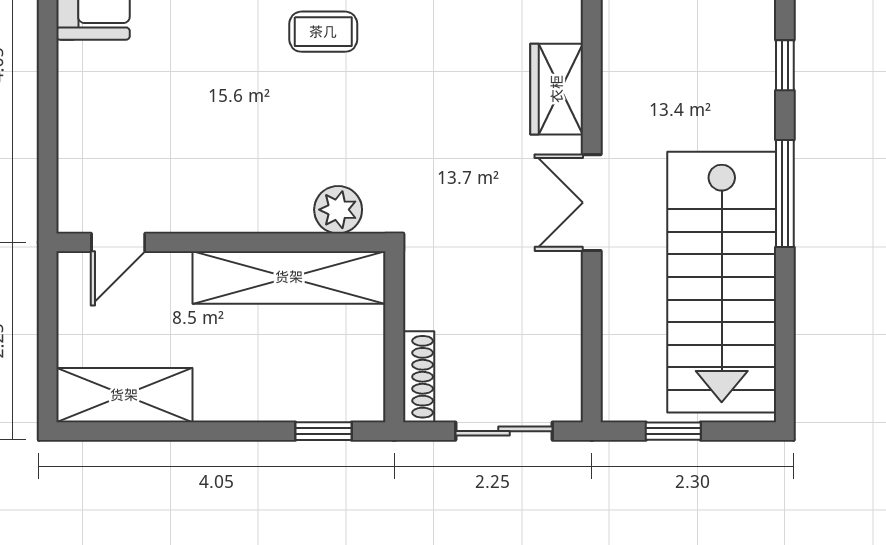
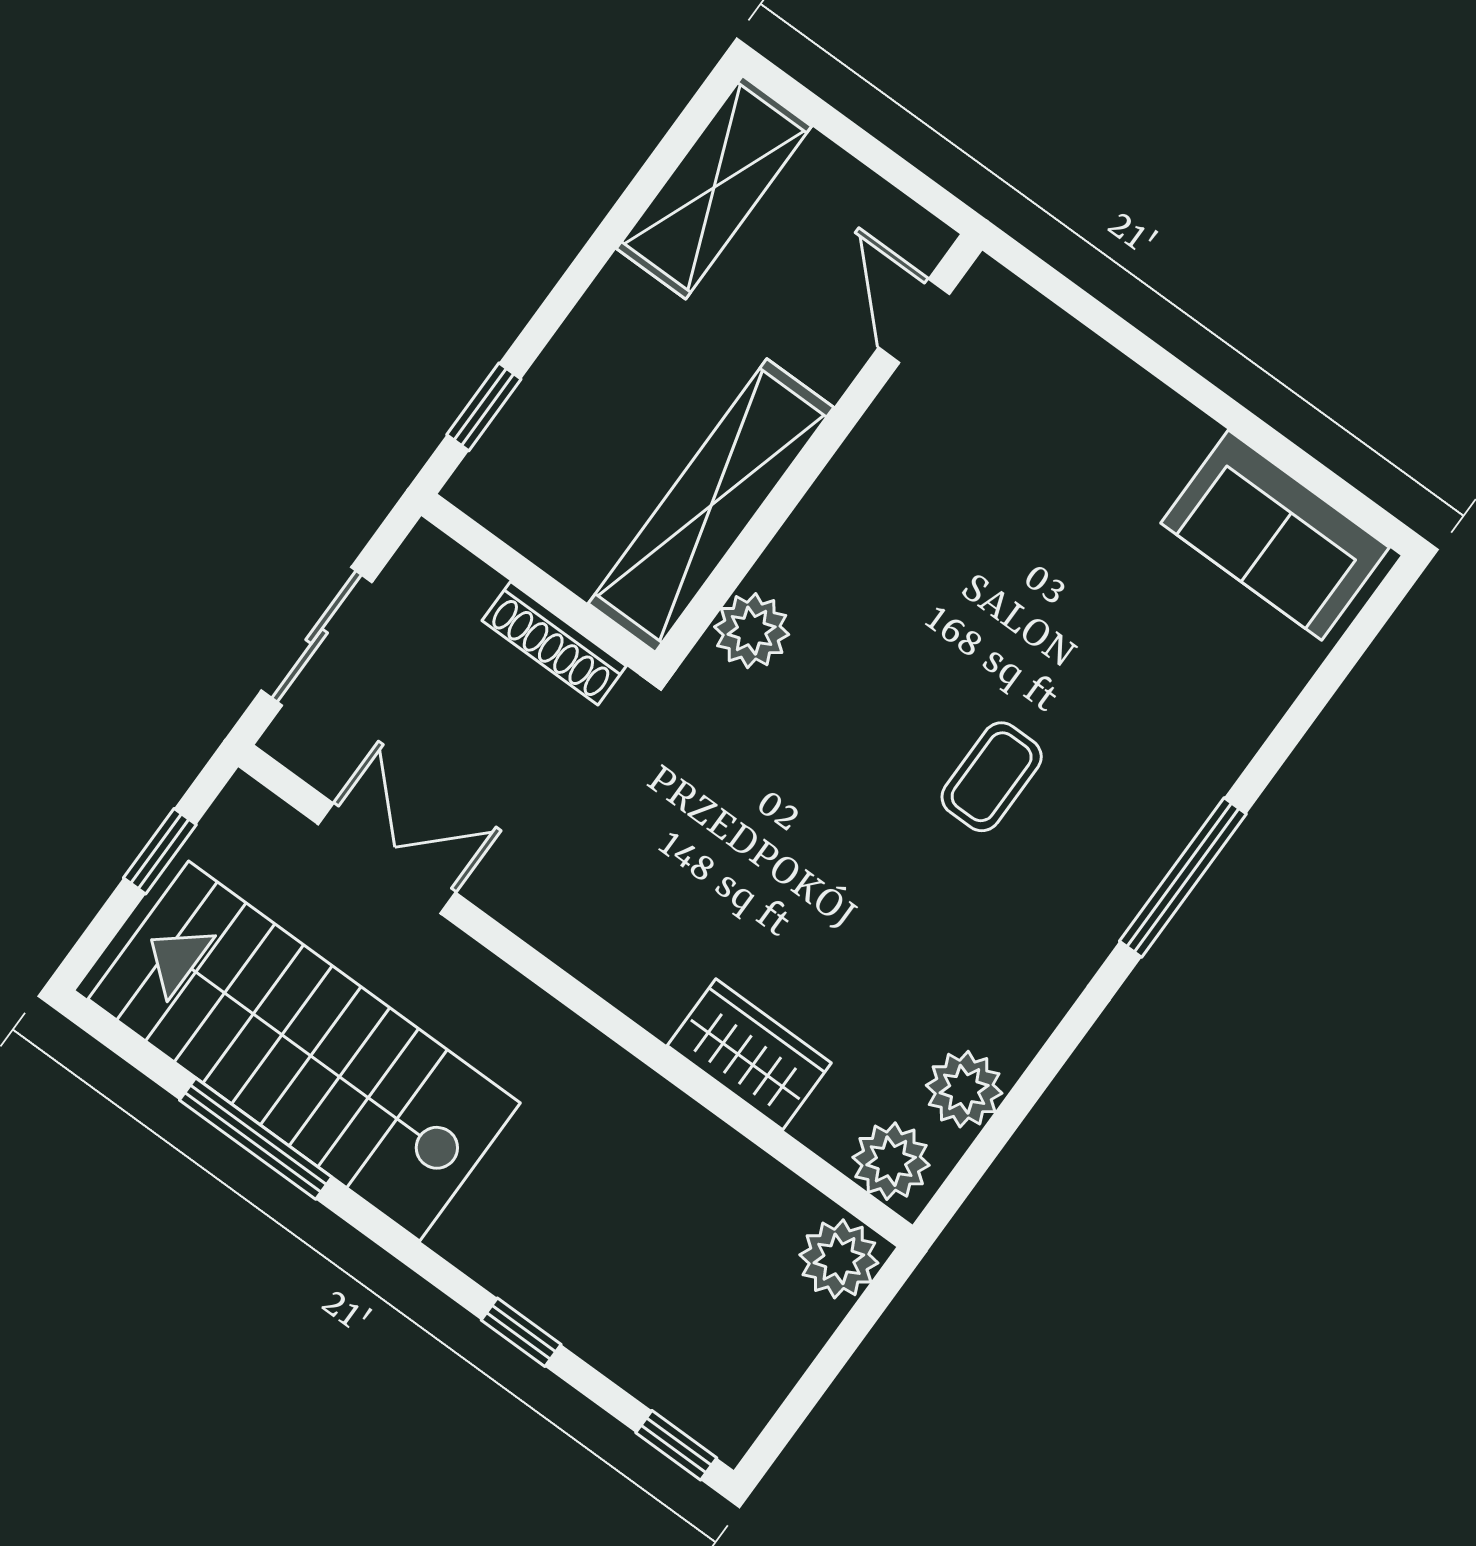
wardrobe: (557, 89) -> (749, 1054), moved
window: (785, 193) -> (256, 1139), moved
double door: (592, 203) -> (387, 858), moved
shoe rack: (419, 377) -> (554, 643), moved

